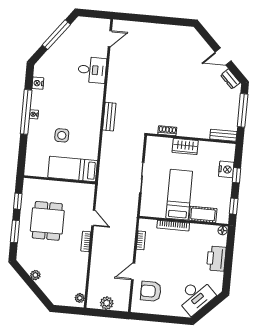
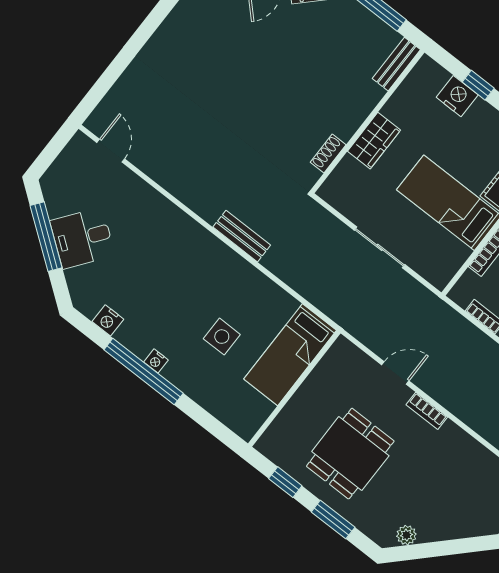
desk: (92, 70) -> (83, 238), moved, turned -143
dining table: (47, 221) -> (350, 454), turned 90
plant: (35, 275) -> (406, 535), moved

